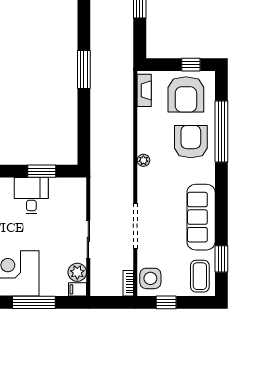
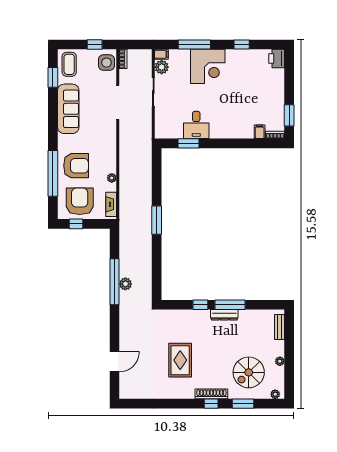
armchair: (191, 142) -> (76, 166), turned -90
plant: (143, 160) -> (112, 178), moved

